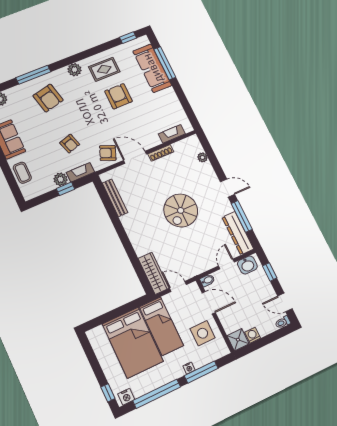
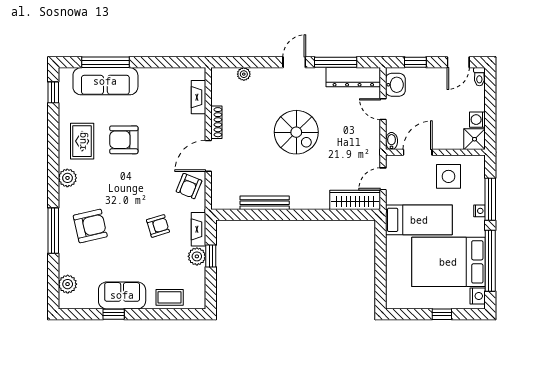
bench: (115, 198) -> (265, 203), moved
bed: (133, 343) -> (448, 262), moved, turned 180
window: (108, 393) -> (442, 314), moved

